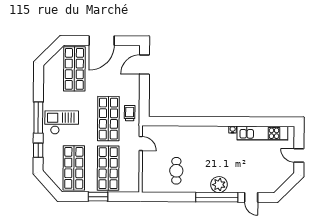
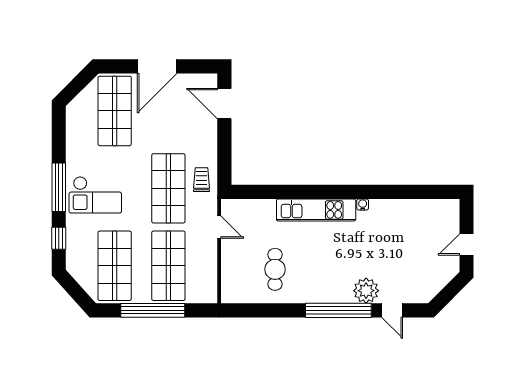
door: (144, 65) -> (224, 104), hinge flipped
checkout: (62, 123) -> (95, 195), turned 180
kitchen unit: (262, 133) -> (316, 210), moved
door: (299, 156) -> (467, 245), hinge flipped
plant: (219, 185) -> (366, 291), moved
window: (98, 197) -> (153, 310), width x2.11

